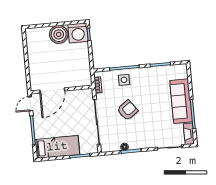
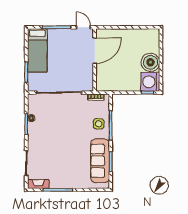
door: (52, 90) -> (95, 51), swing flipped
sofa: (181, 101) -> (100, 161), moved, turned -90
armchair: (127, 110) -> (68, 124), removed

